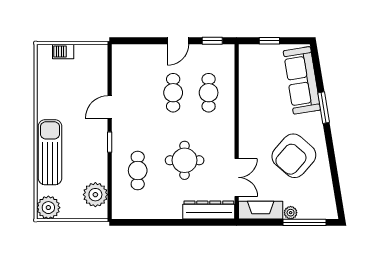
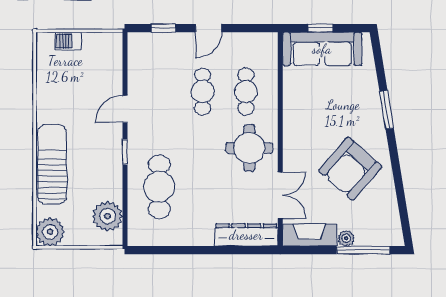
window: (212, 41) -> (163, 28), moved
sofa: (302, 80) -> (322, 49), moved, turned -81
round table: (185, 160) -> (249, 148), moved
cafe table: (138, 171) -> (159, 187), width x1.37, depth x1.35

